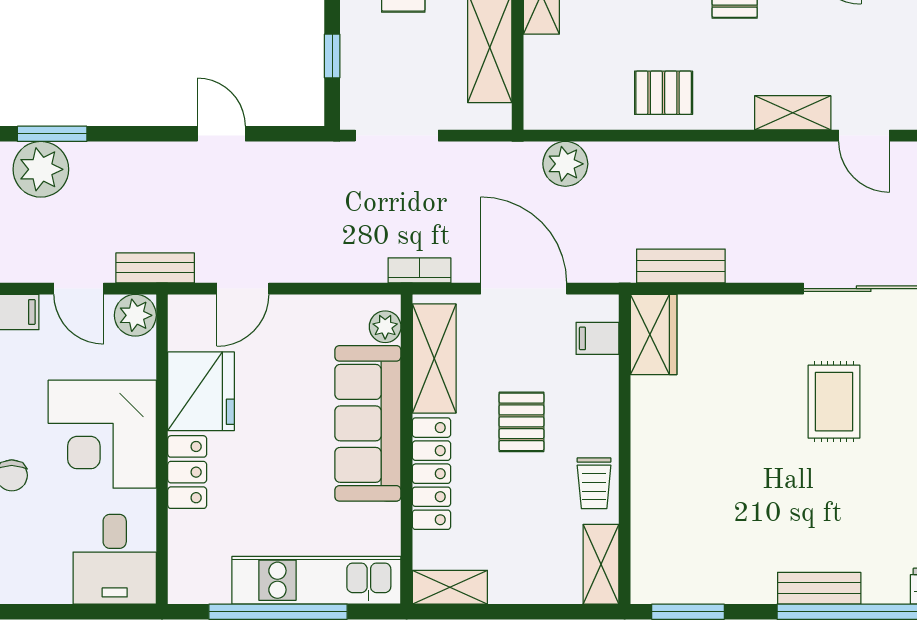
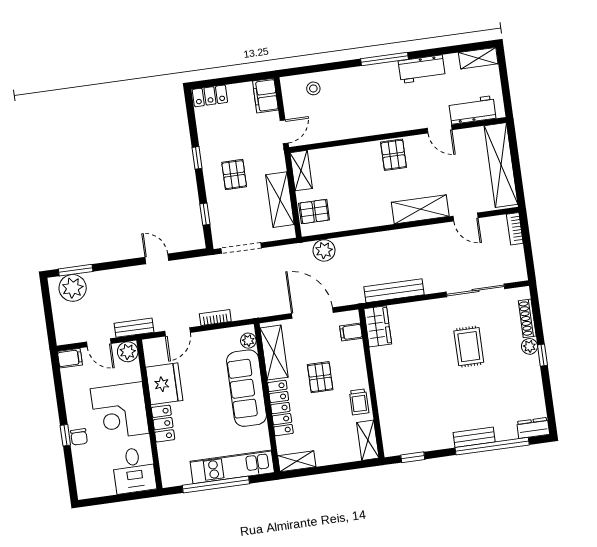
pallet: (664, 93) -> (314, 212), moved
shelving: (793, 113) -> (420, 209), width x1.50, depth x1.33
bench: (681, 266) -> (394, 291), width x1.36
bookcase: (419, 270) -> (215, 318), moved
window: (688, 612) -> (413, 457), width x0.67

